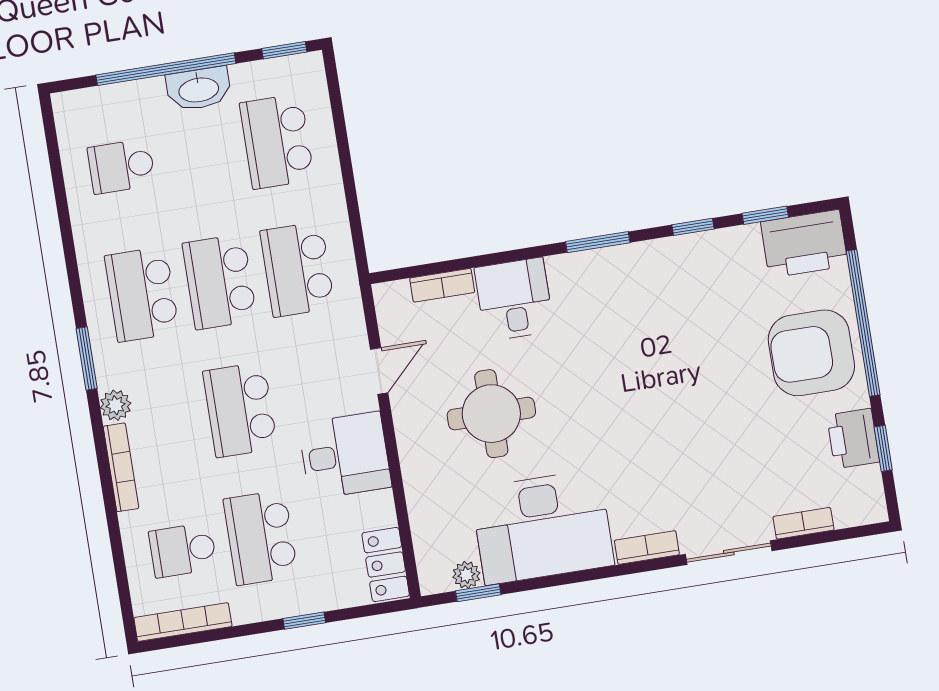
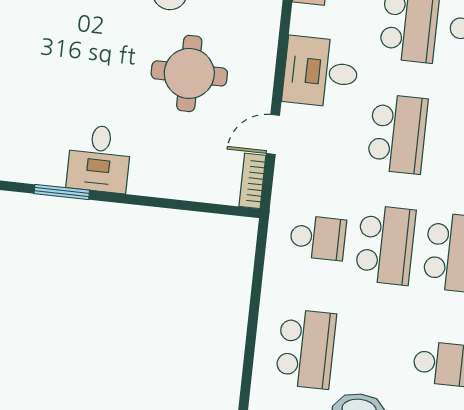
school desk: (297, 269) -> (318, 238), width x0.54
bookcase: (442, 285) -> (252, 181), moved, turned -90
desk: (514, 299) -> (99, 159), moved

